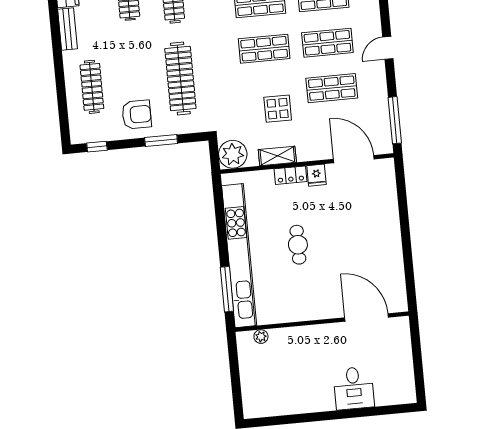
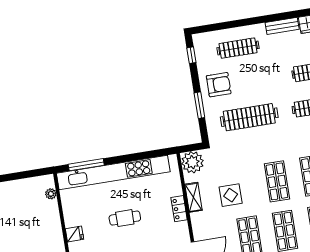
armchair: (137, 115) -> (219, 85), turned -90
fridge: (316, 175) -> (74, 234), moved, turned 180

